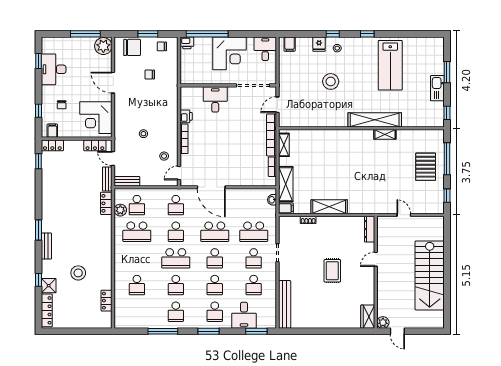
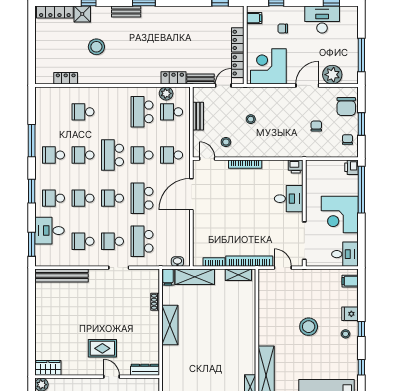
plant: (103, 46) -> (332, 75), moved
printer: (186, 116) -> (296, 166), moved
locker: (52, 145) -> (238, 40), moved
bench: (127, 181) -> (198, 116), moved
rug: (332, 271) -> (102, 348), moved

